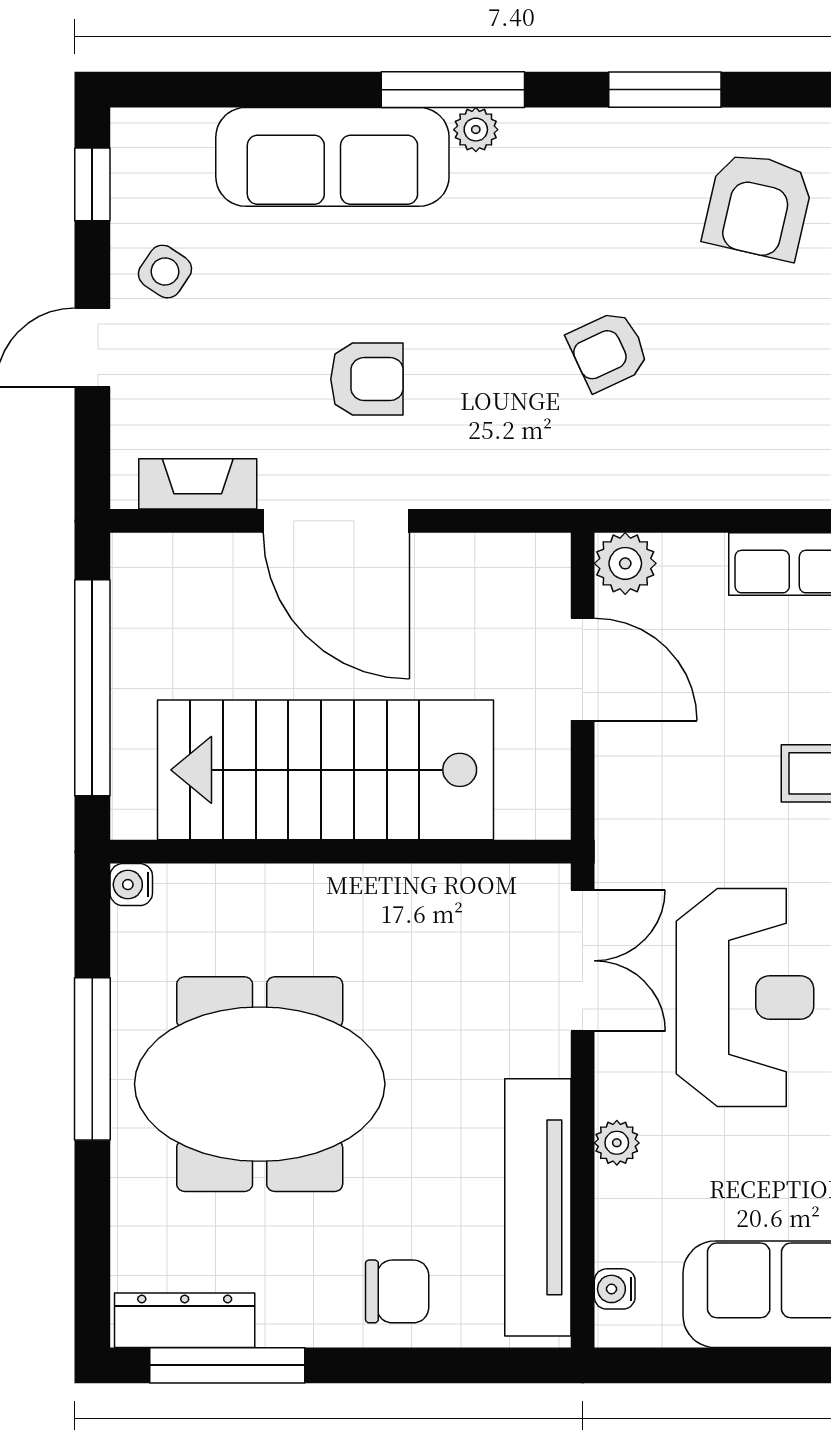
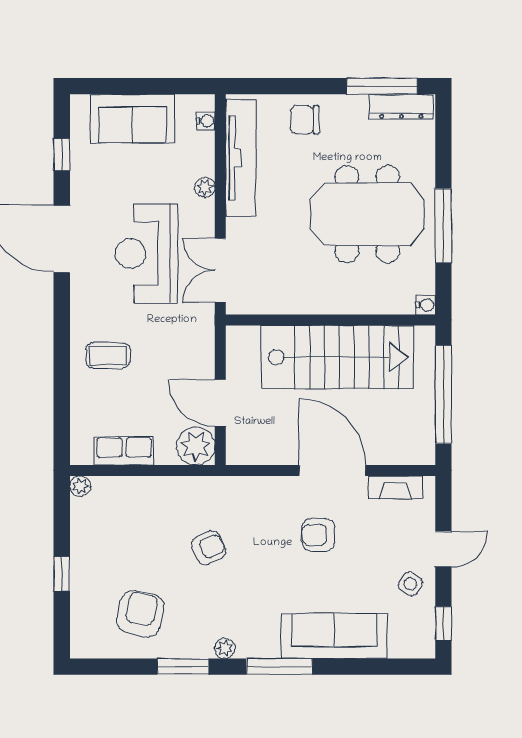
plant: (476, 130) -> (225, 648), moved
plant: (625, 563) -> (196, 446), width x1.36, depth x1.36

